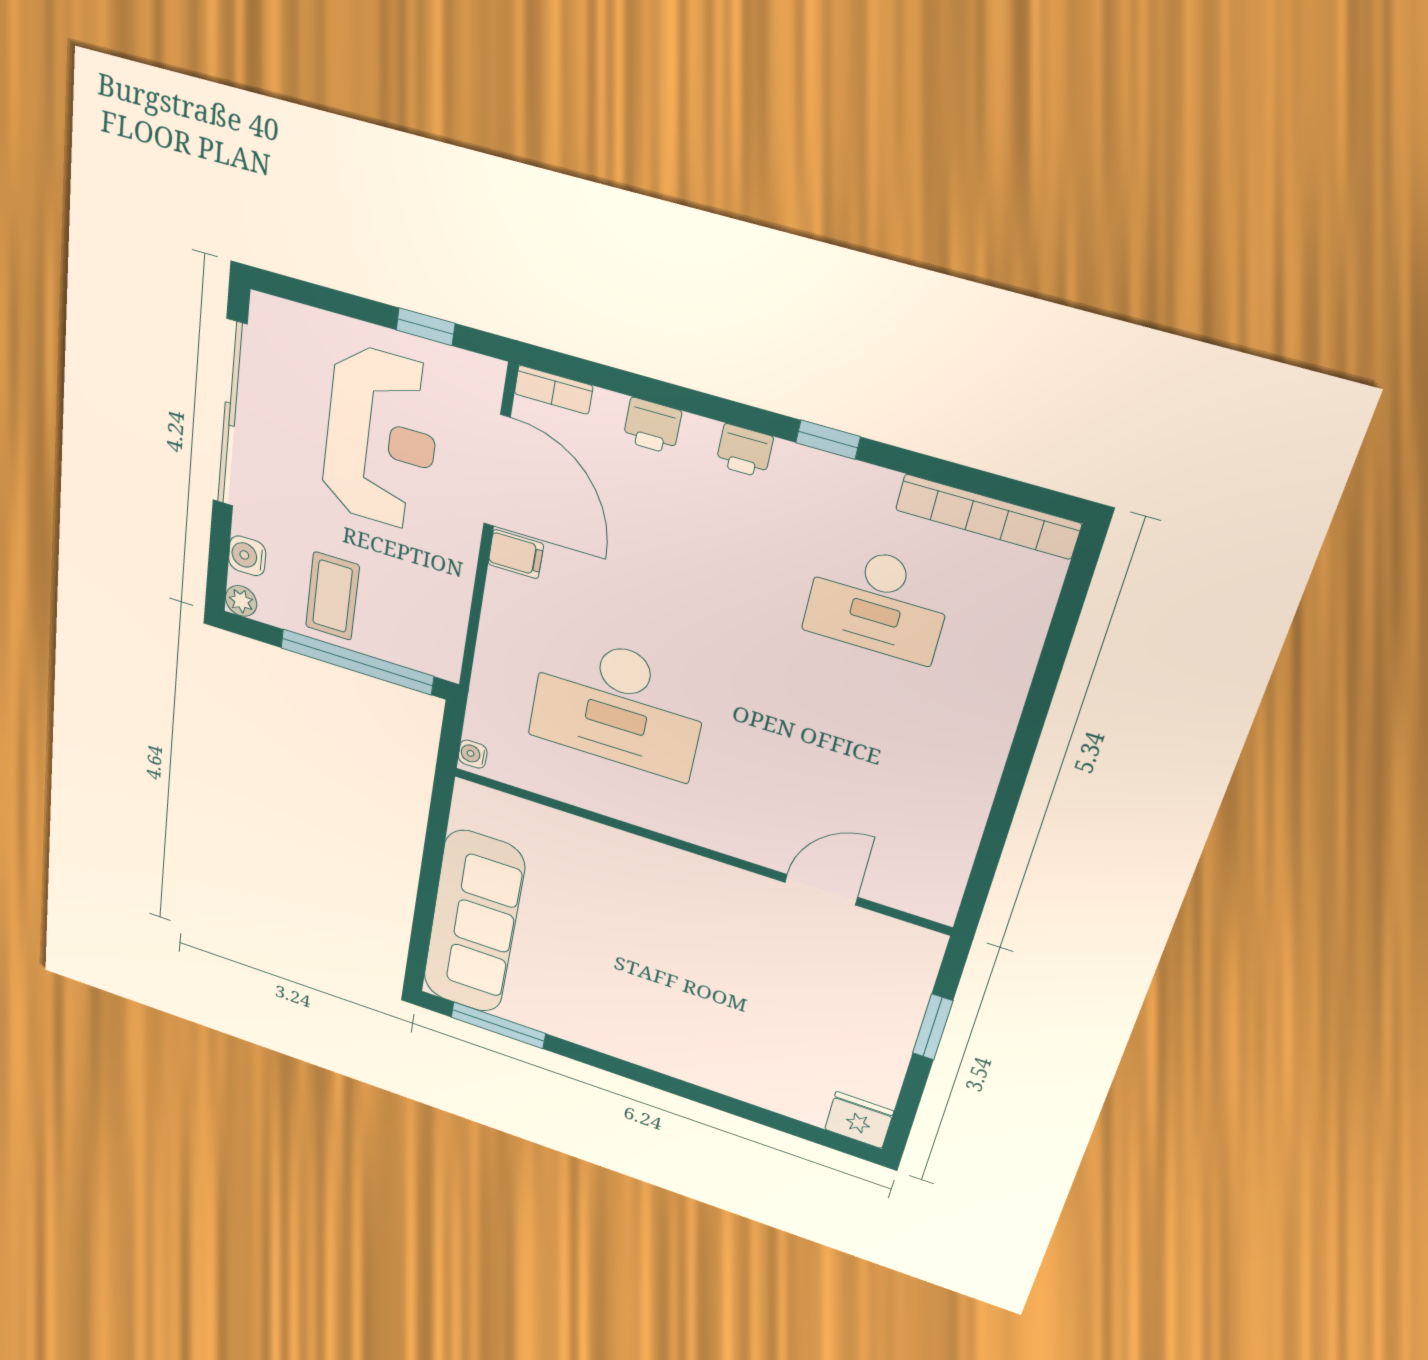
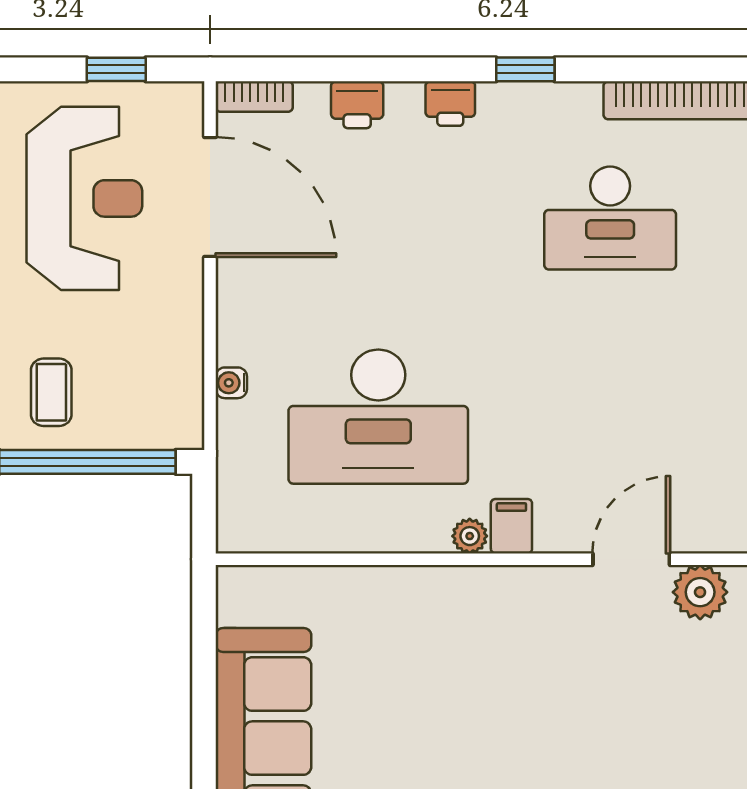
filing cabinet: (516, 554) -> (511, 526), moved, turned -90
coffee table: (332, 596) -> (51, 392), width x0.73, depth x0.77
water cooler: (473, 754) -> (231, 383), moved
plant: (680, 825) -> (470, 536), added
plant: (877, 935) -> (700, 592), added

